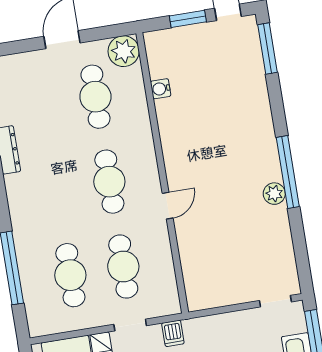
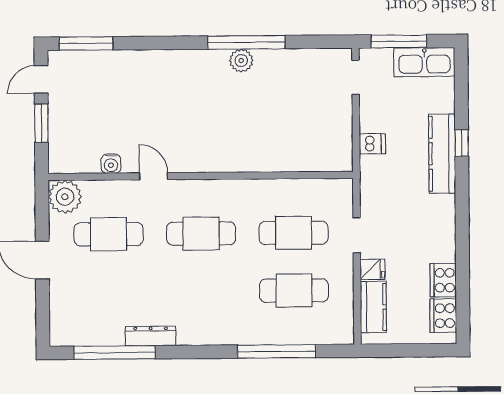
window: (288, 172) -> (246, 42), moved
door: (168, 206) -> (154, 176), moved
dishwasher: (173, 333) -> (372, 144), moved

